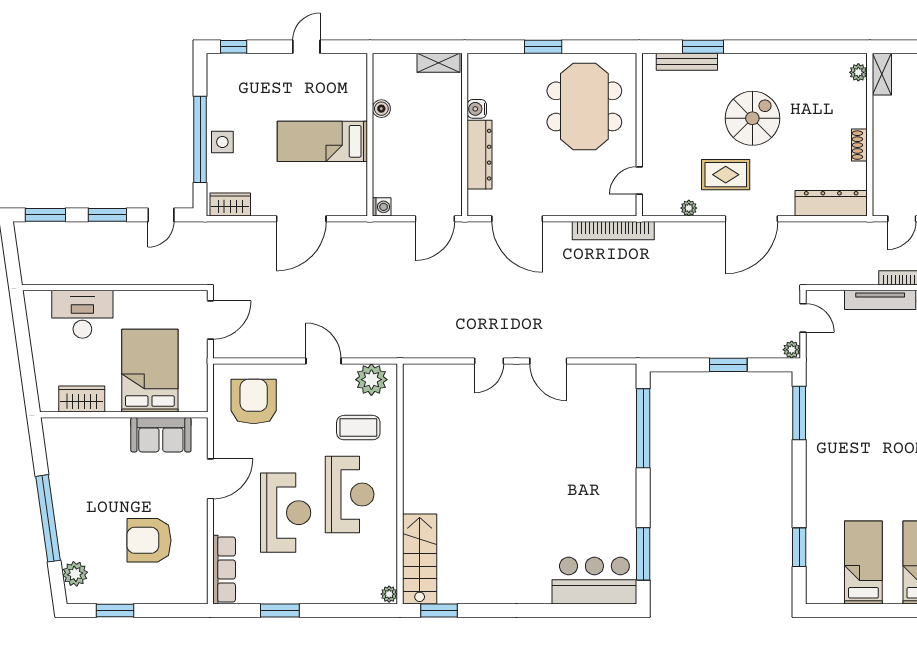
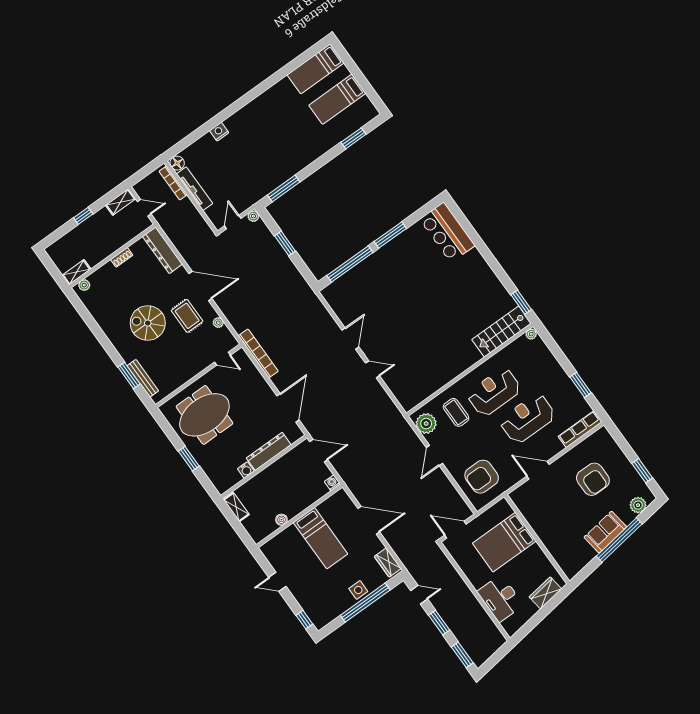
wardrobe: (82, 399) -> (545, 593), moved, turned 82
sofa: (161, 435) -> (605, 532), moved, turned -98
window: (643, 554) -> (390, 235), moved

